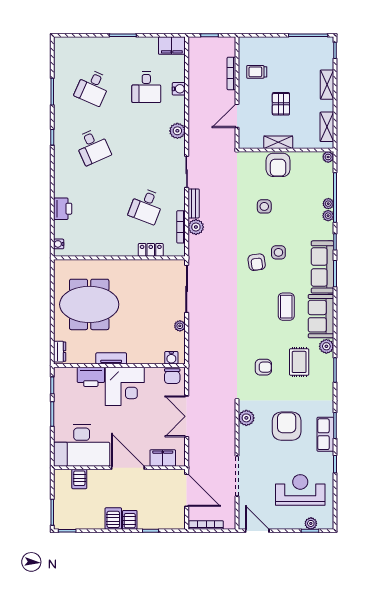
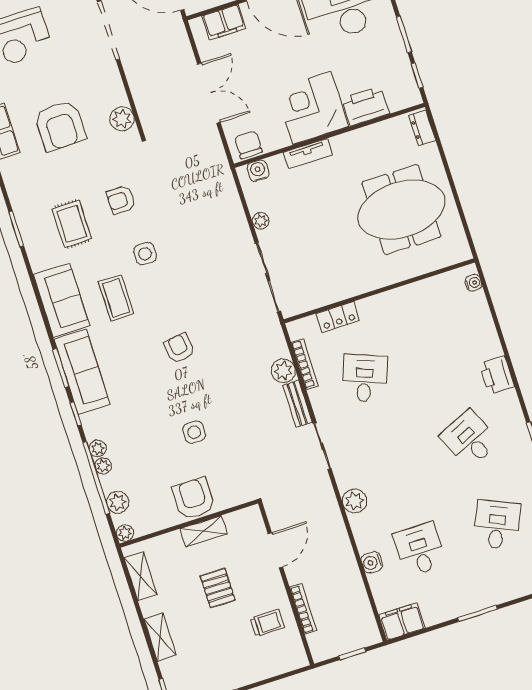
printer: (63, 209) -> (497, 375), moved
side table: (278, 252) -> (145, 254), moved
plant: (326, 346) -> (118, 502), moved
tv unit: (111, 358) -> (308, 154), moved

